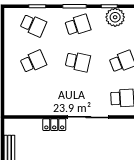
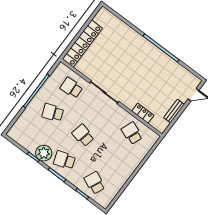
plant: (115, 17) -> (44, 153), moved
school desk: (33, 62) -> (132, 133), moved, turned 45
locker: (54, 125) -> (143, 113), moved

